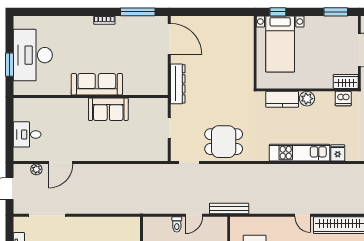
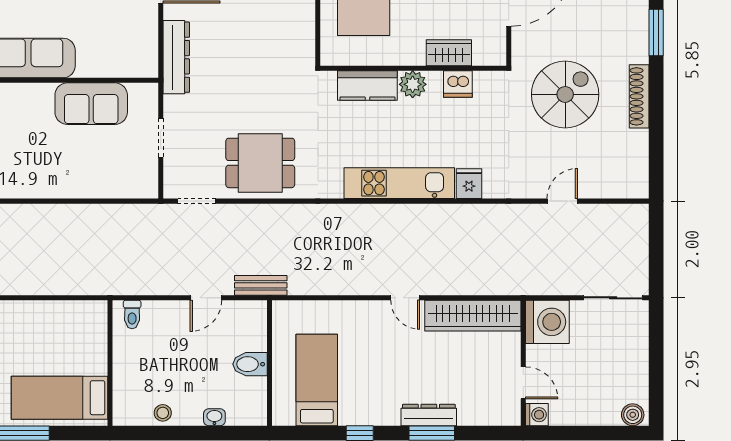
wardrobe: (346, 81) -> (449, 53), moved
dishwasher: (343, 98) -> (458, 84), moved
sofa: (108, 109) -> (91, 104), moved
bench: (229, 208) -> (261, 285), width x0.73
toilet: (177, 224) -> (132, 314), moved

